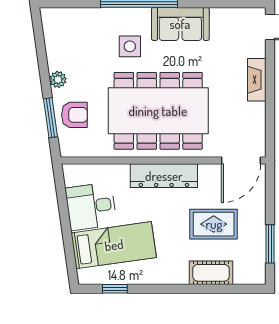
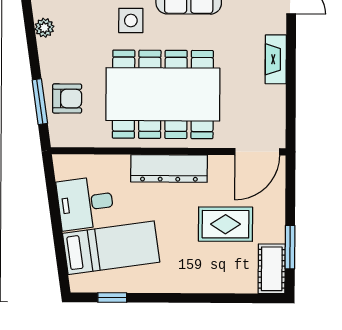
plant: (58, 79) -> (44, 28), moved
cot: (211, 273) -> (272, 269), moved, turned 90

